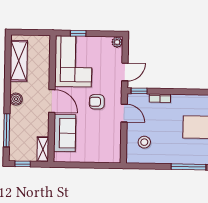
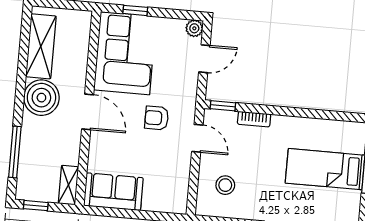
door: (125, 72) -> (204, 59), moved
boiler: (16, 99) -> (41, 98), width x1.86, depth x1.86
sofa: (65, 133) -> (113, 192), moved, turned -90

